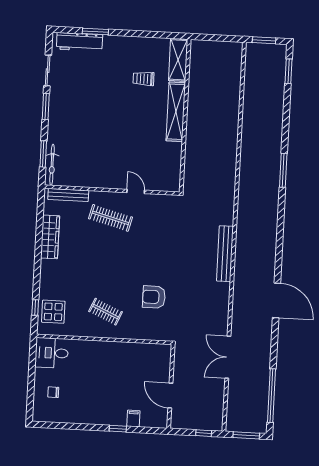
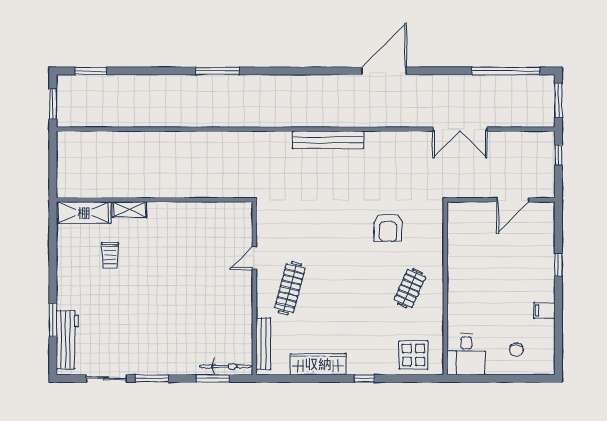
shelving: (176, 112) -> (129, 209), width x0.45, depth x0.75
window: (35, 308) -> (364, 378), moved
filing cabinet: (133, 418) -> (544, 310), moved

